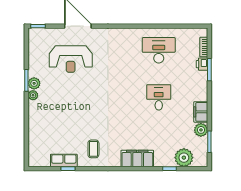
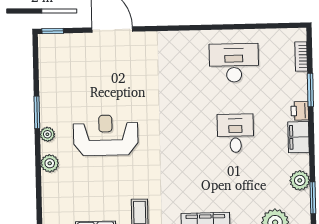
reception desk: (71, 59) -> (106, 135), moved, turned 180
printer: (202, 64) -> (300, 111), moved
plant: (34, 83) -> (50, 163), moved
filing cabinet: (201, 112) -> (298, 137), moved

